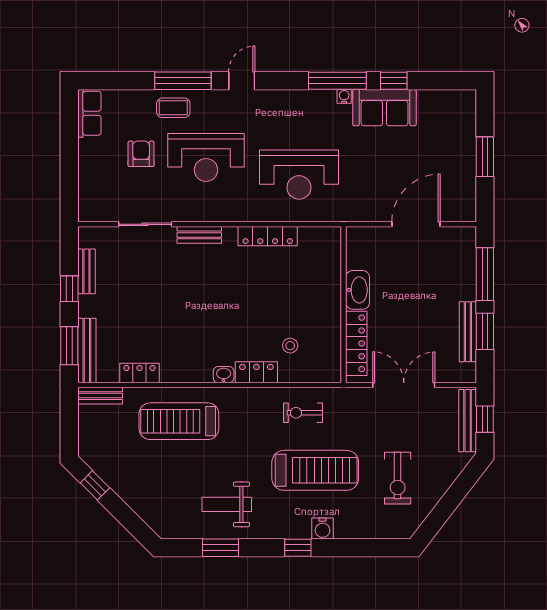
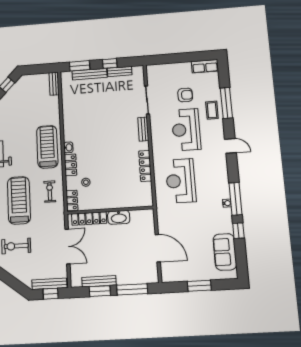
window: (183, 81) -> (226, 103), moved
sofa: (385, 108) -> (225, 252), moved
bench: (87, 350) -> (90, 74), moved
locker: (139, 373) -> (72, 200), moved
treadmill: (179, 421) -> (47, 147), moved
treadmill: (315, 470) -> (19, 200), turned 180

